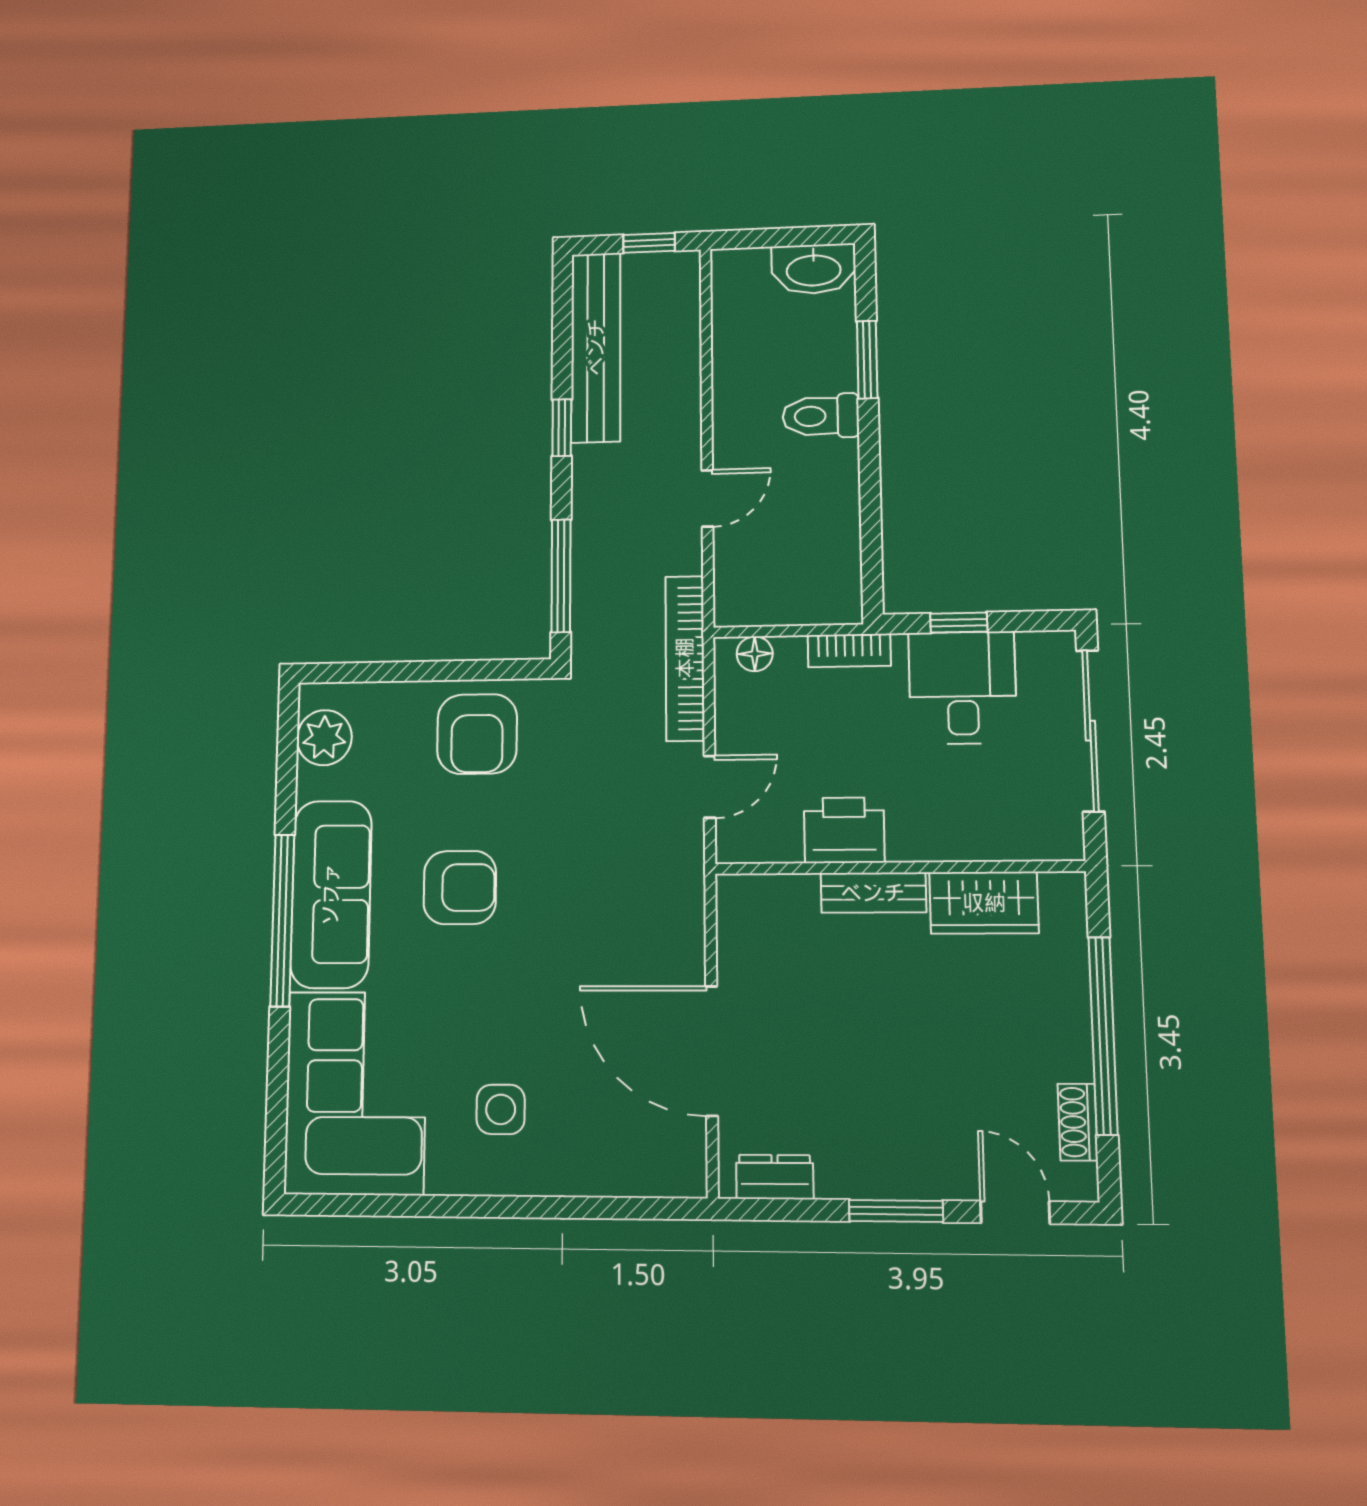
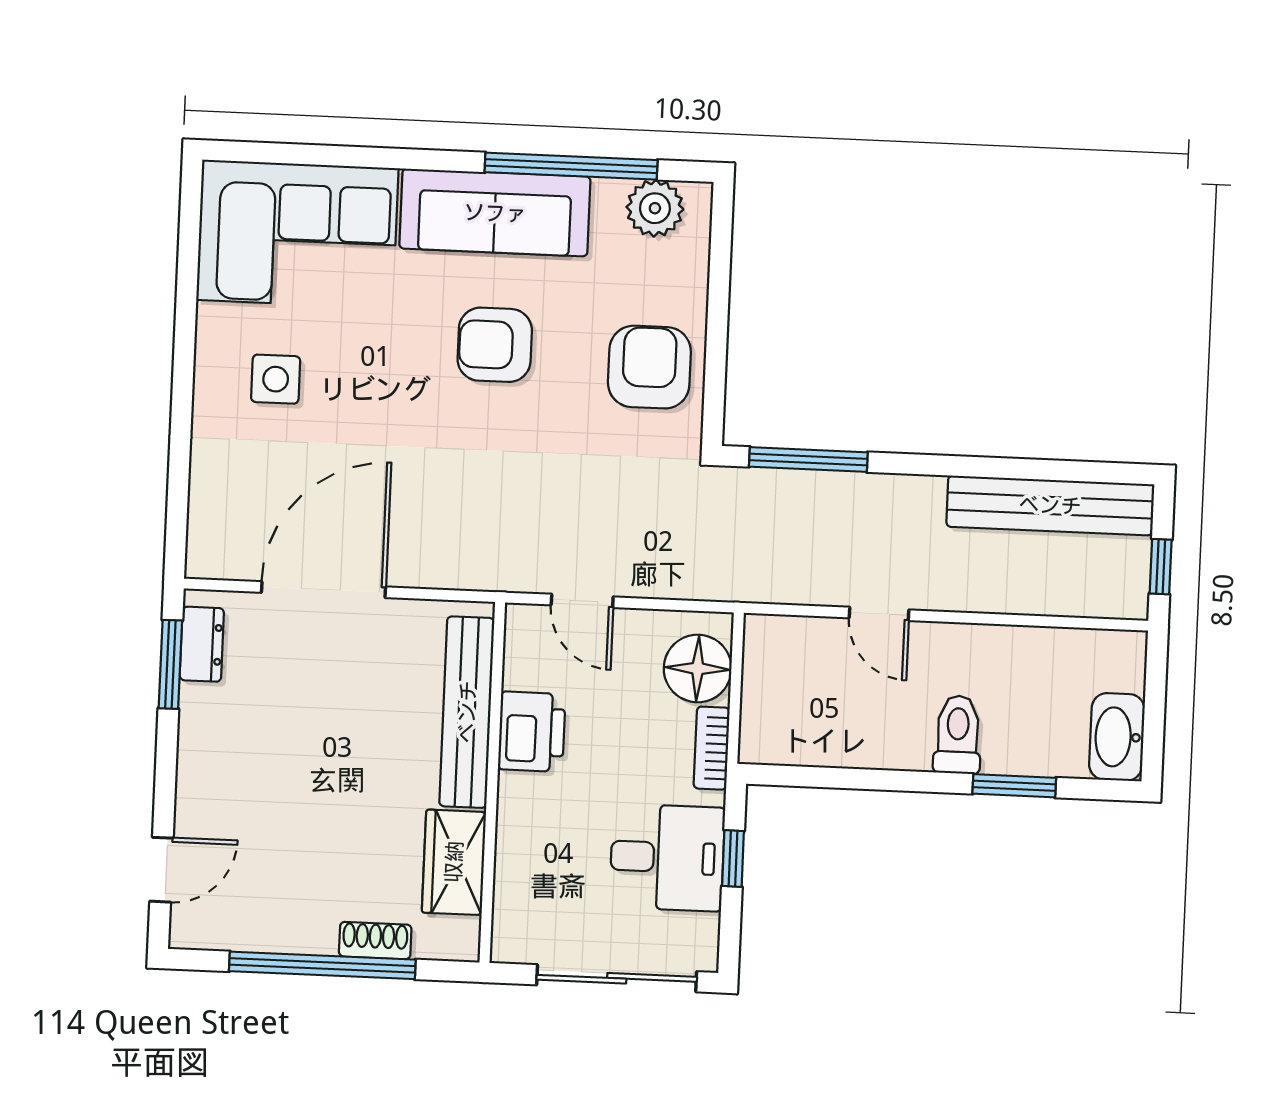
window: (562, 428) -> (966, 466), removed
floor lamp: (755, 654) -> (698, 669), width x1.89, depth x1.89
bookcase: (685, 658) -> (714, 583), removed
armchair: (477, 734) -> (649, 367), turned 90
armchair: (460, 888) -> (495, 345), turned 90
bench: (873, 893) -> (467, 712), width x1.86, depth x1.21
window: (282, 920) -> (571, 166), moved
shoe rack: (1078, 1122) -> (375, 941), moved
window: (896, 1211) -> (170, 664), moved

